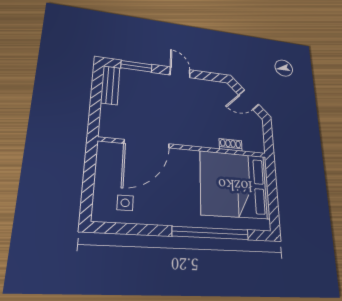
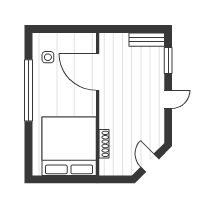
shoe rack: (231, 145) -> (104, 144), width x1.43
window: (211, 233) -> (28, 90), moved

